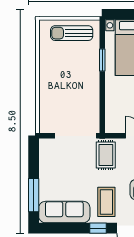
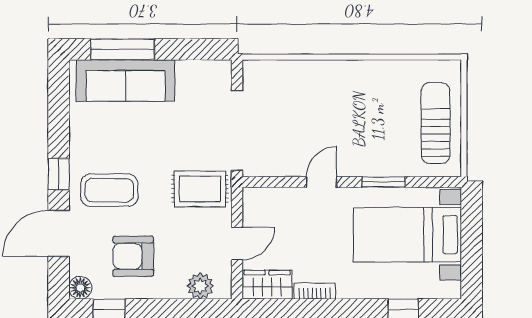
door: (102, 92) -> (322, 182), added
sofa: (64, 212) -> (126, 81), moved, turned 90

